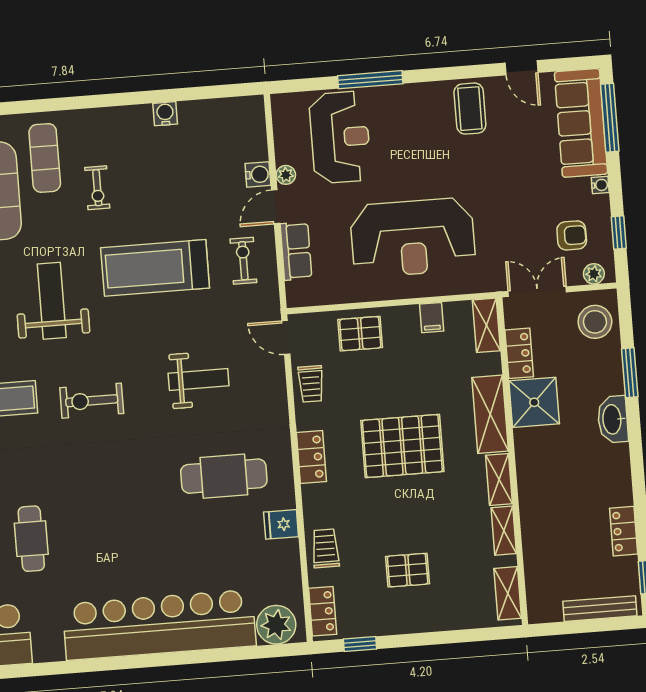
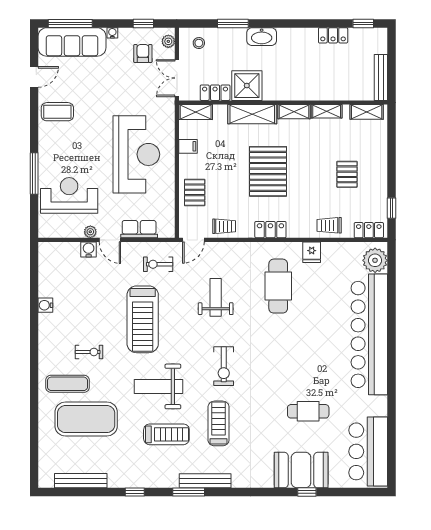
exercise bike: (243, 261) -> (158, 264), moved
stool: (595, 322) -> (199, 43), width x0.53, depth x0.53
bench: (600, 609) -> (381, 77), moved

